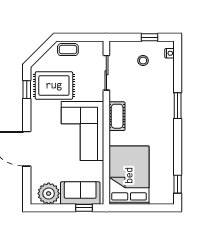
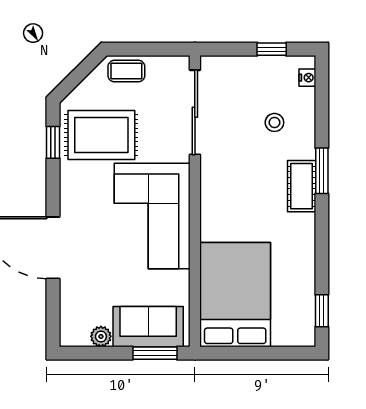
stool: (143, 61) -> (274, 122), moved
sliding door: (106, 73) -> (195, 112), width x1.37
cot: (117, 116) -> (302, 186), moved
plant: (49, 194) -> (101, 336), width x0.53, depth x0.53
window: (84, 208) -> (155, 353), width x1.50

